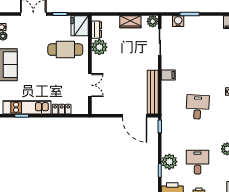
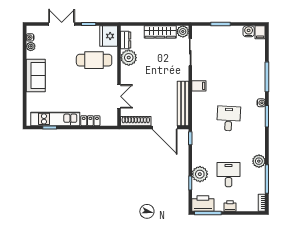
water cooler: (178, 21) -> (249, 31), moved
wardrobe: (130, 22) -> (160, 32), width x1.50
shoe rack: (106, 110) -> (136, 121), added

